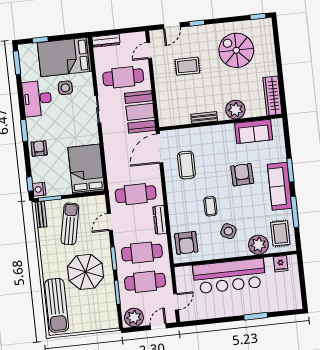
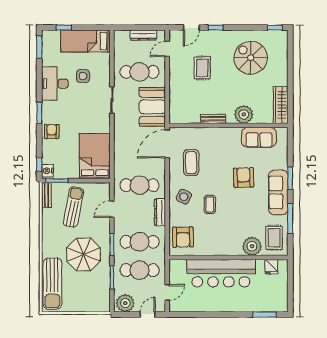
dresser: (106, 41) -> (143, 35), moved
bed: (65, 57) -> (85, 41), width x0.67
rug: (187, 66) -> (202, 68), turned 90
side table: (228, 231) -> (184, 197), moved
window: (256, 316) -> (265, 315), moved

